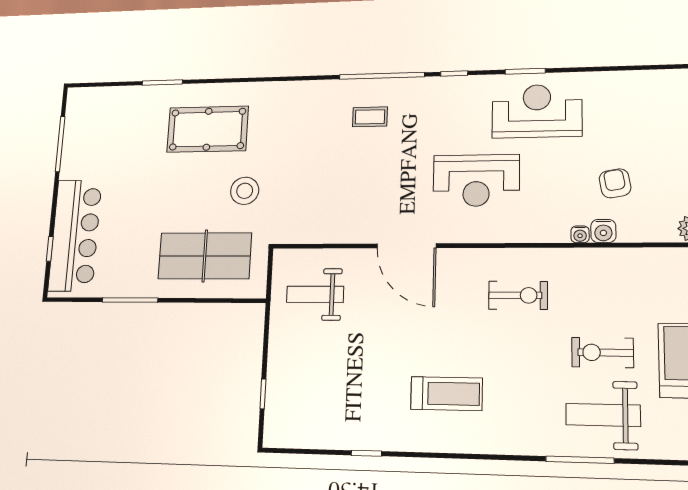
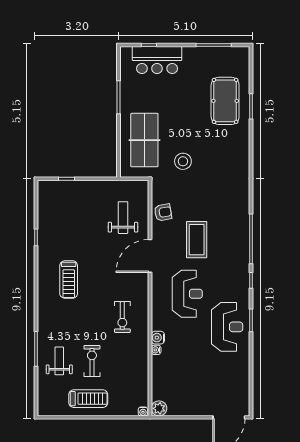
coffee table: (370, 117) -> (197, 240), moved, width x1.86, depth x1.72
pool table: (208, 129) -> (225, 101), moved
reception desk: (476, 180) -> (187, 294), turned 180
armchair: (615, 183) -> (163, 212), moved
water cooler: (603, 231) -> (158, 338), moved
bar counter: (75, 235) -> (157, 60), width x0.73
weight bench: (315, 294) -> (123, 218), moved
weight bench: (603, 415) -> (59, 361), width x0.73, depth x0.75

